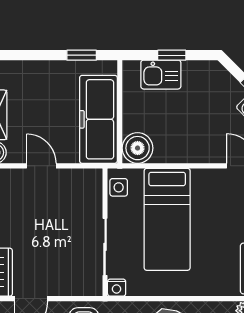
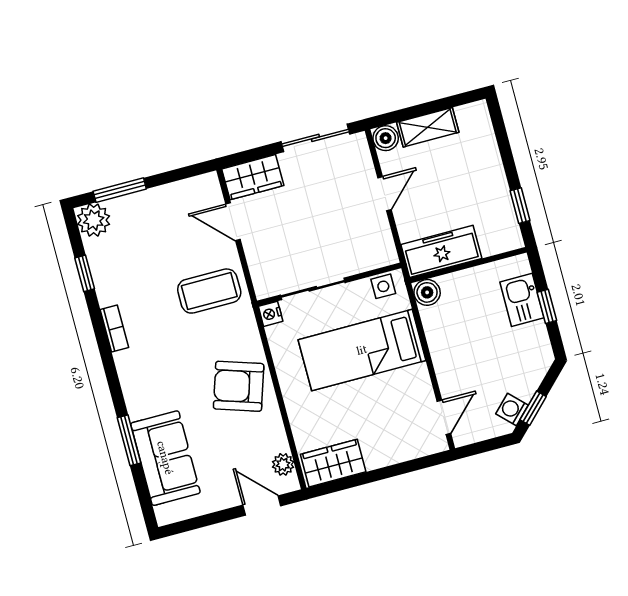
freezer: (98, 119) -> (441, 251), width x0.73, depth x0.79
boiler: (138, 148) -> (427, 292), width x0.73, depth x0.73

